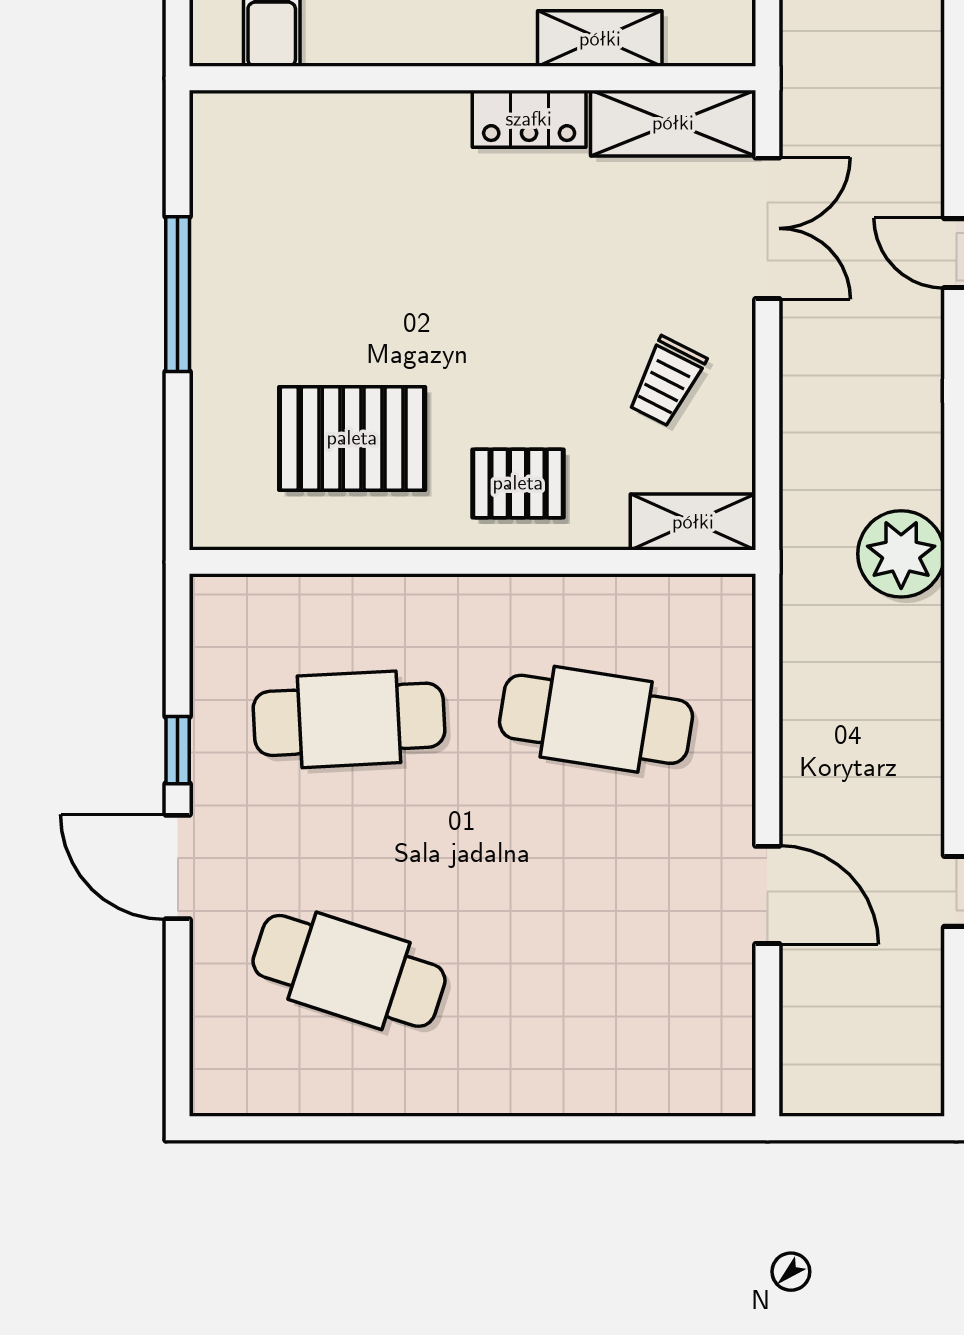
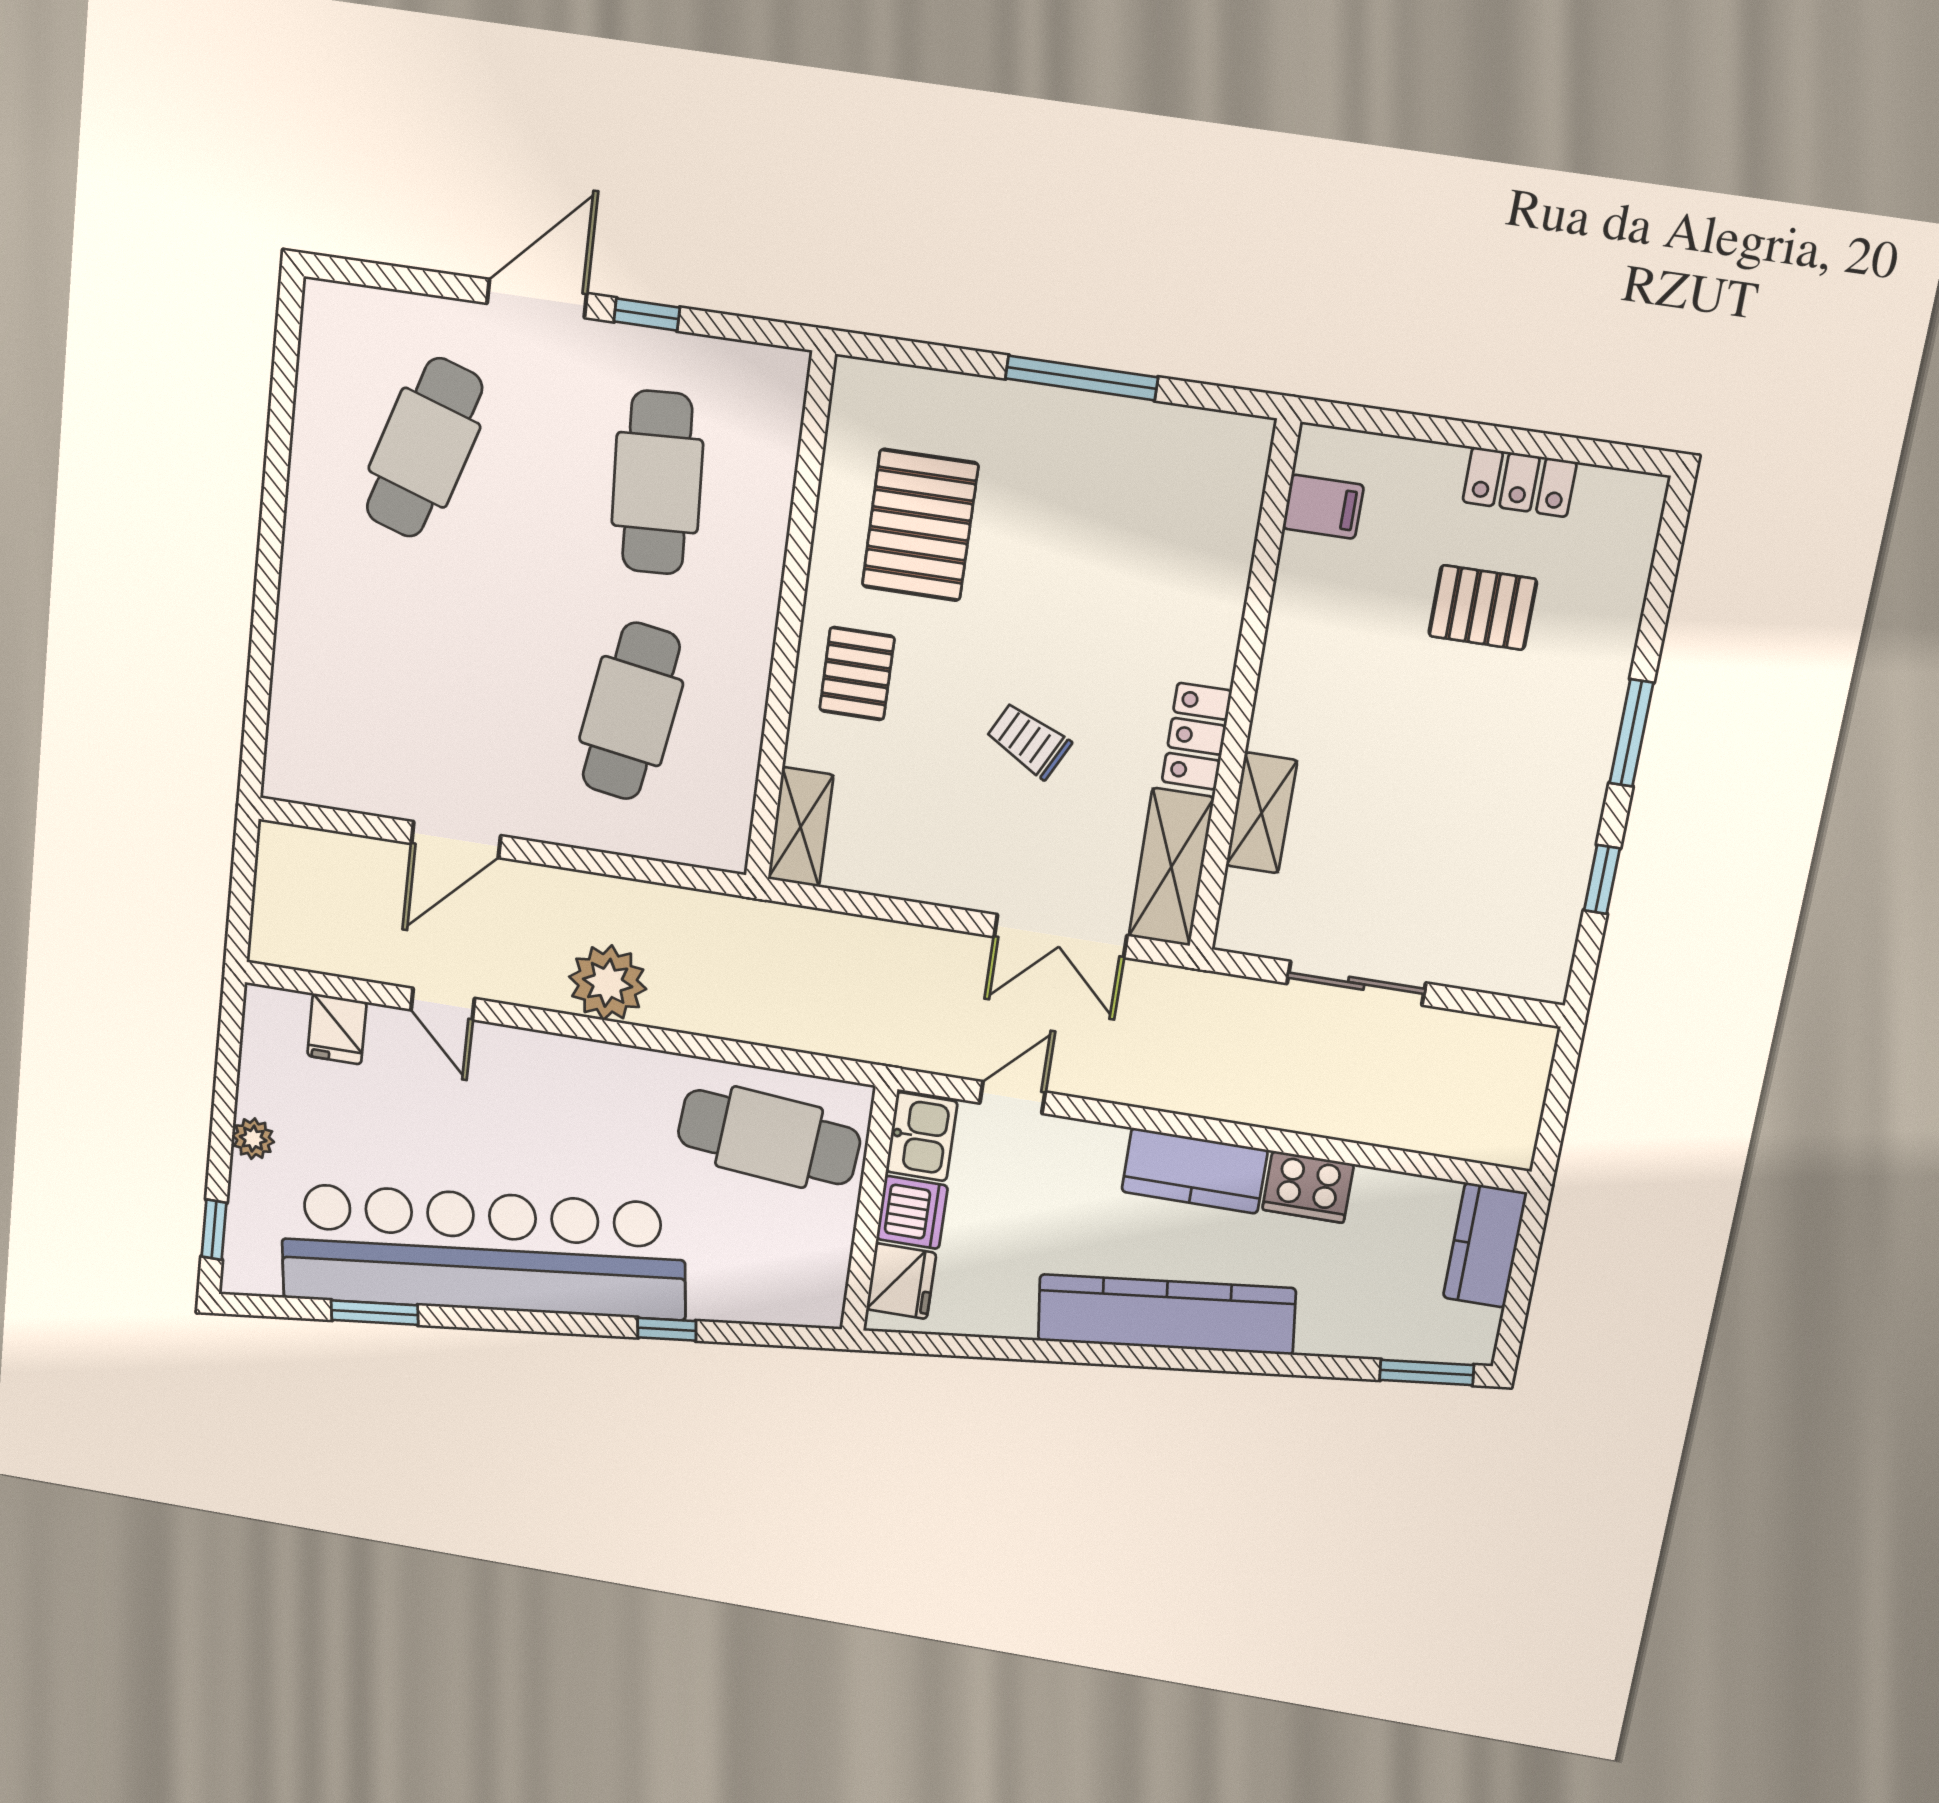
trolley: (667, 382) -> (1029, 741), moved
plant: (901, 554) -> (608, 983), moved

